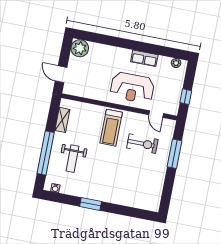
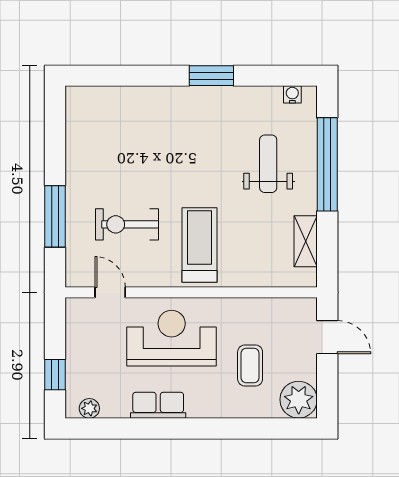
coffee table: (99, 68) -> (250, 365), added
window: (186, 97) -> (55, 375), moved

